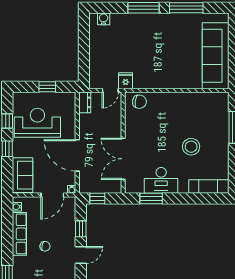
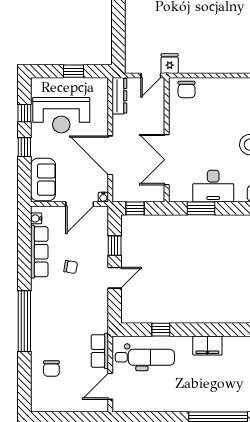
dresser: (85, 102) -> (119, 96), width x1.44
chair: (139, 102) -> (187, 89), turned 81
reception desk: (37, 123) -> (61, 115), turned 180

